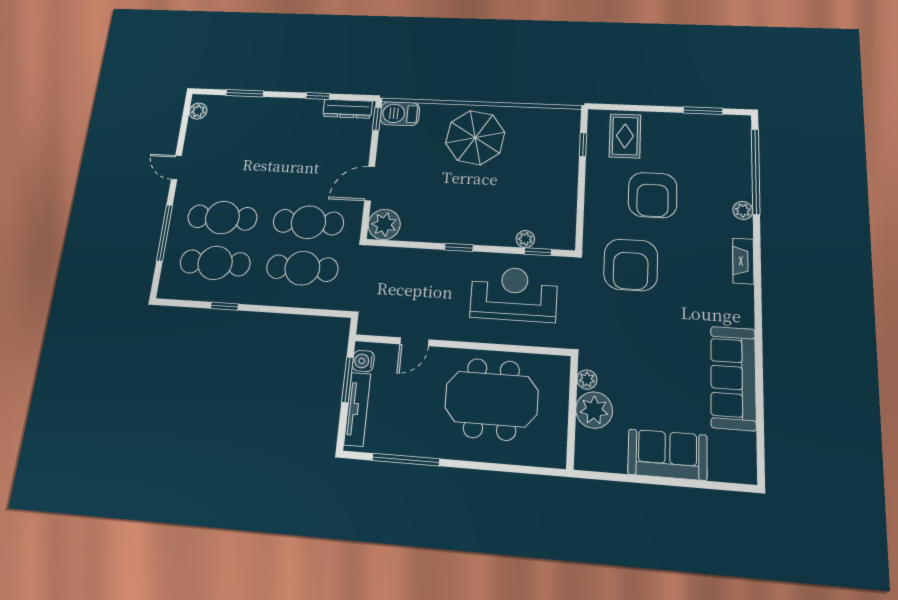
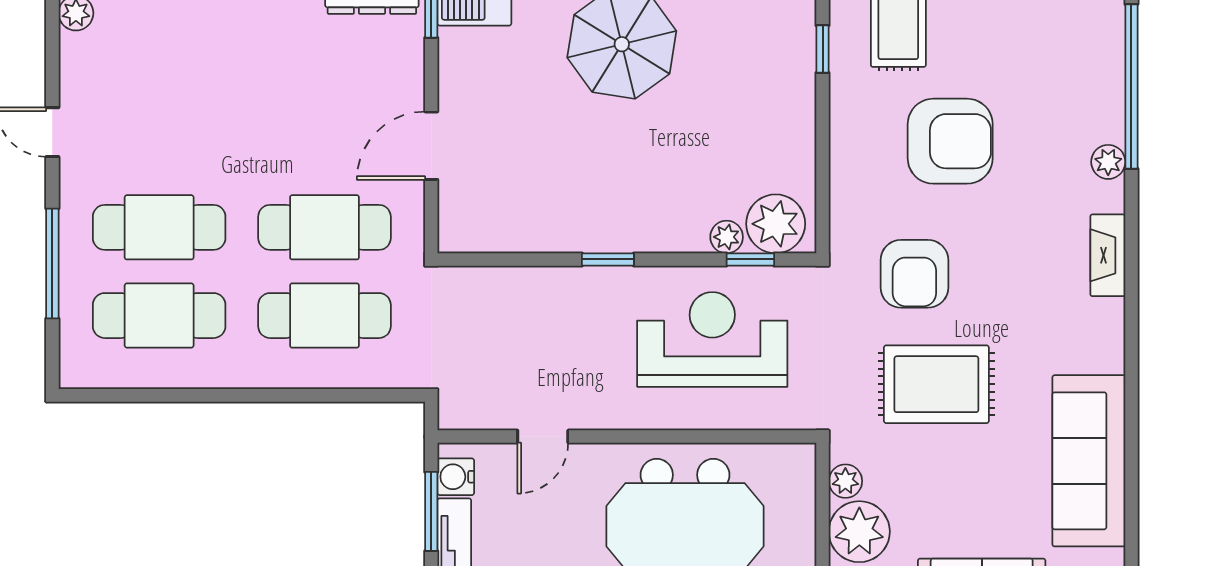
armchair: (653, 195) -> (950, 141), turned -90
plant: (384, 224) -> (776, 224), moved
armchair: (631, 265) -> (914, 274), width x0.73, depth x0.73
window: (224, 306) -> (190, 395), removed
rug: (642, 327) -> (936, 384), added

